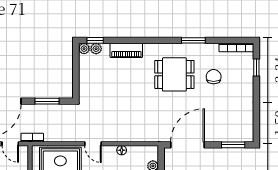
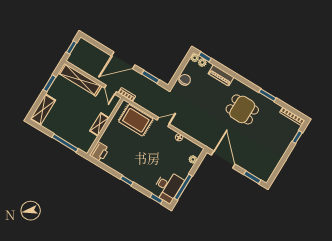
chair: (214, 77) -> (185, 80), moved
door: (93, 144) -> (163, 122), swing flipped
door: (187, 145) -> (223, 160), hinge flipped

